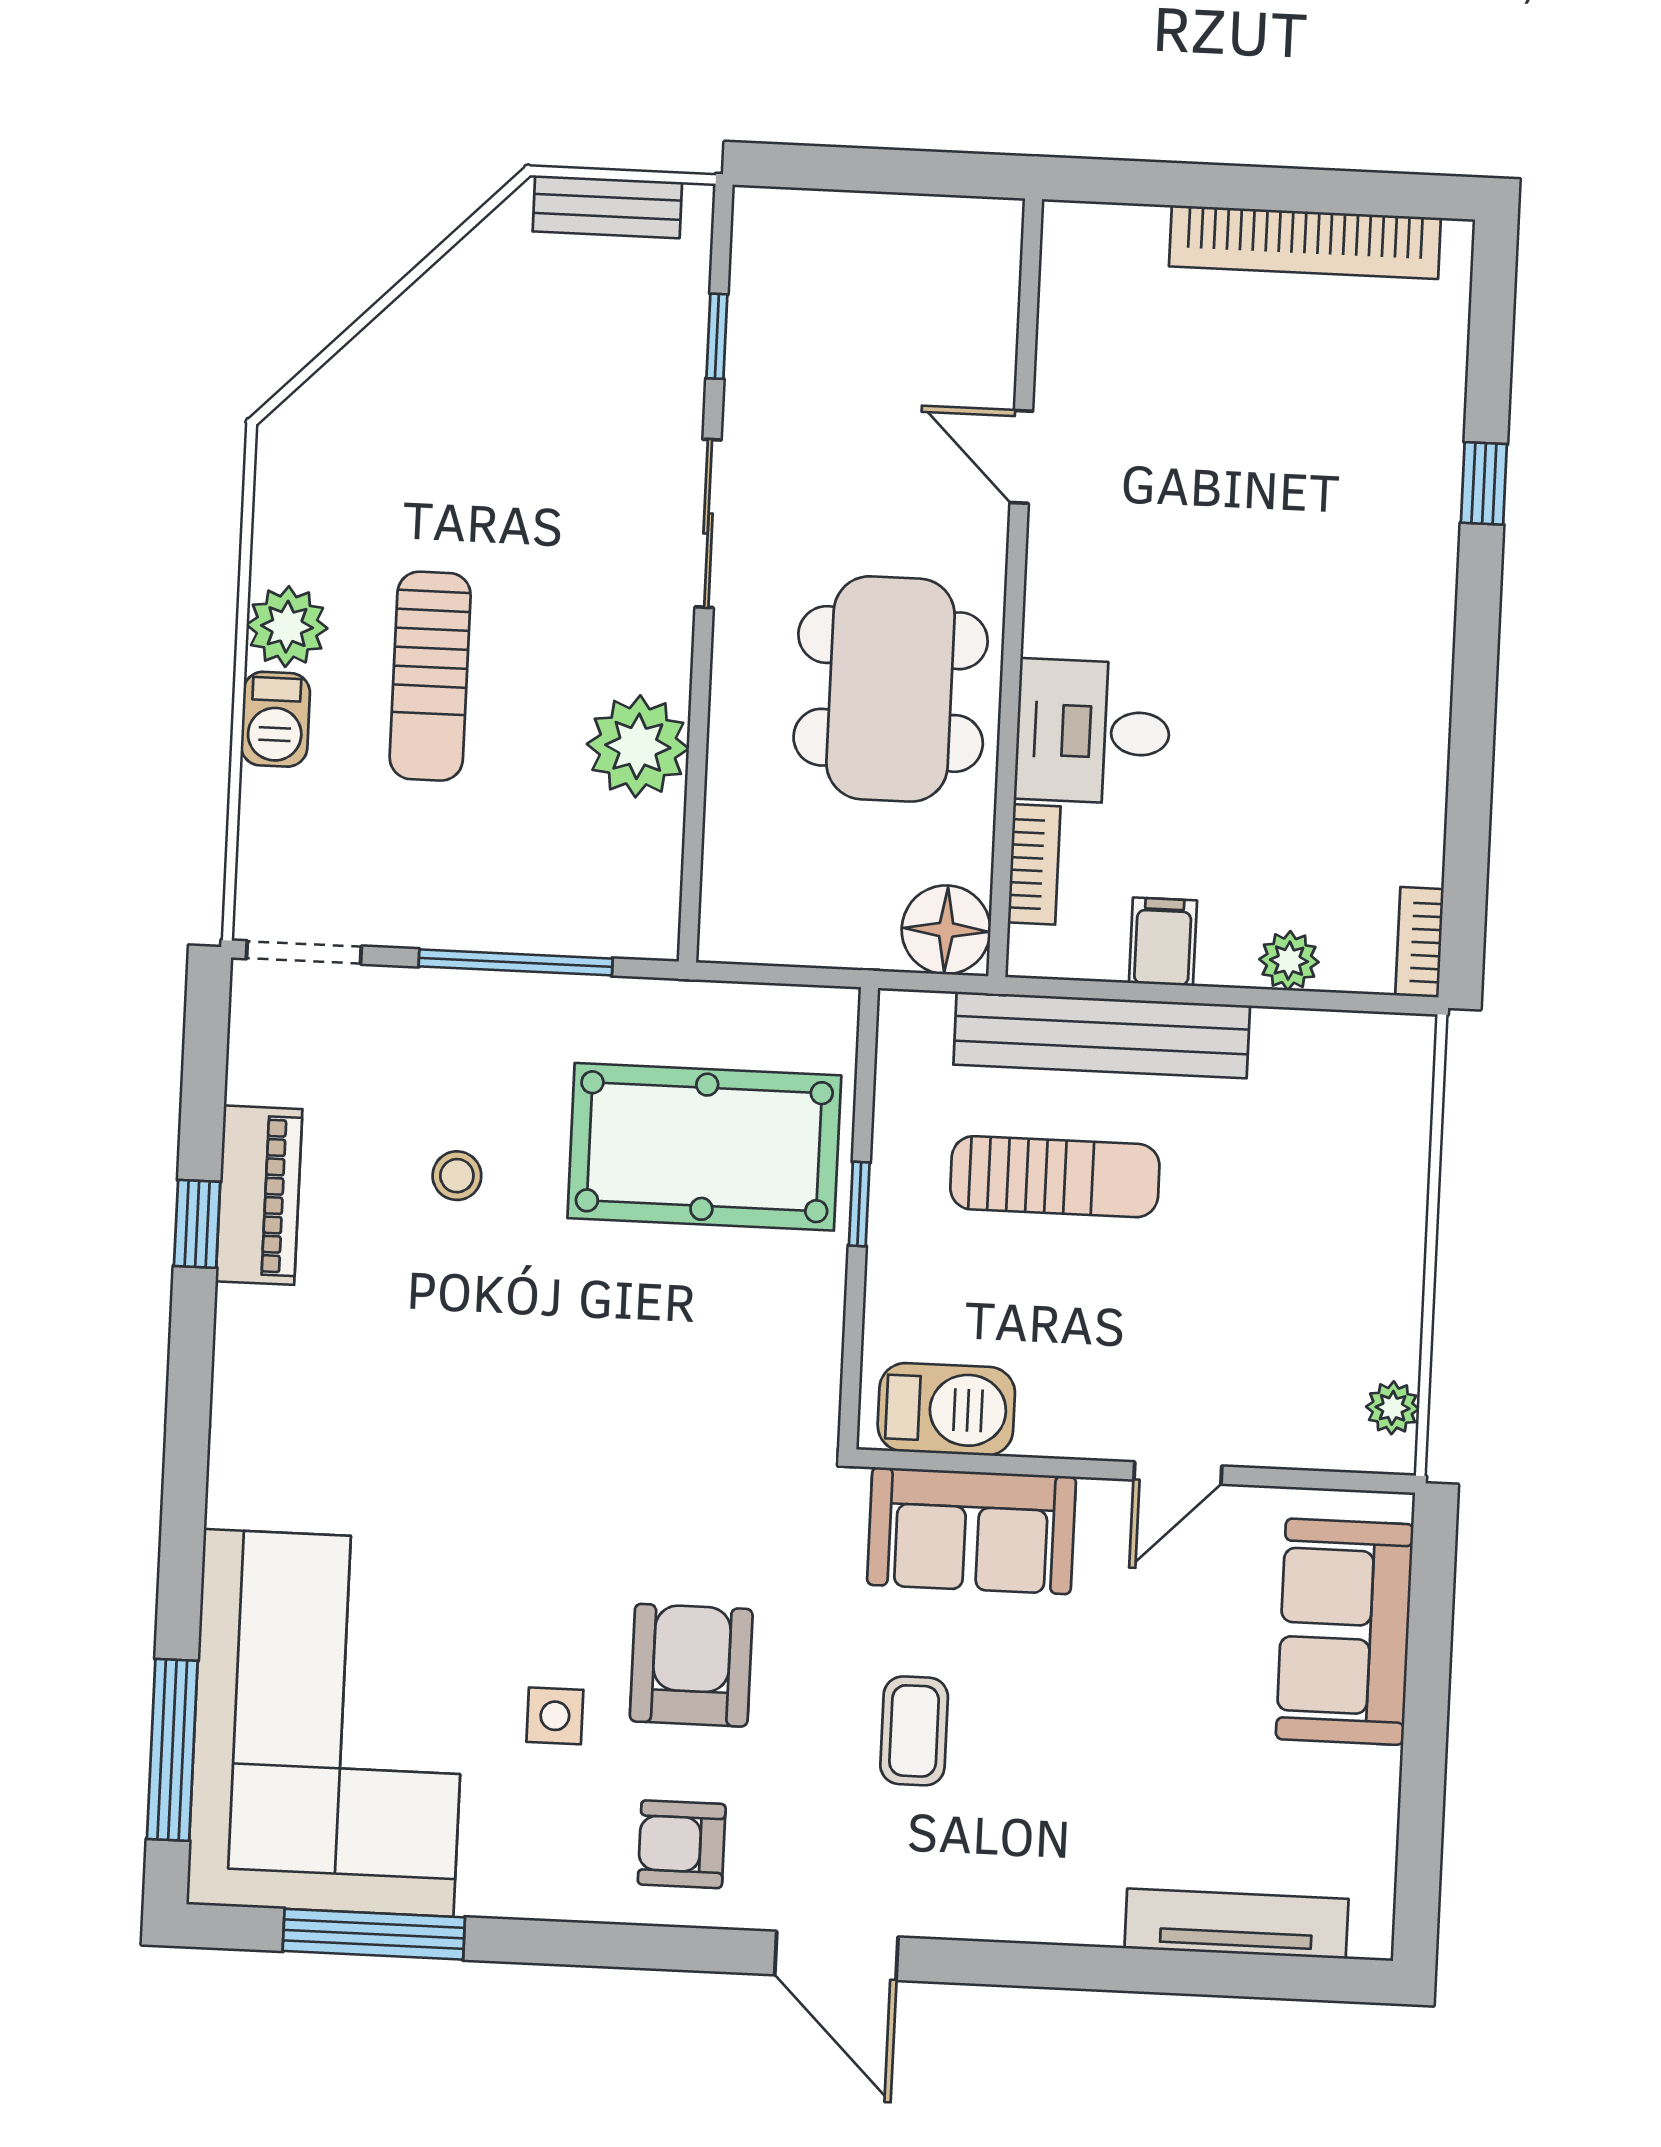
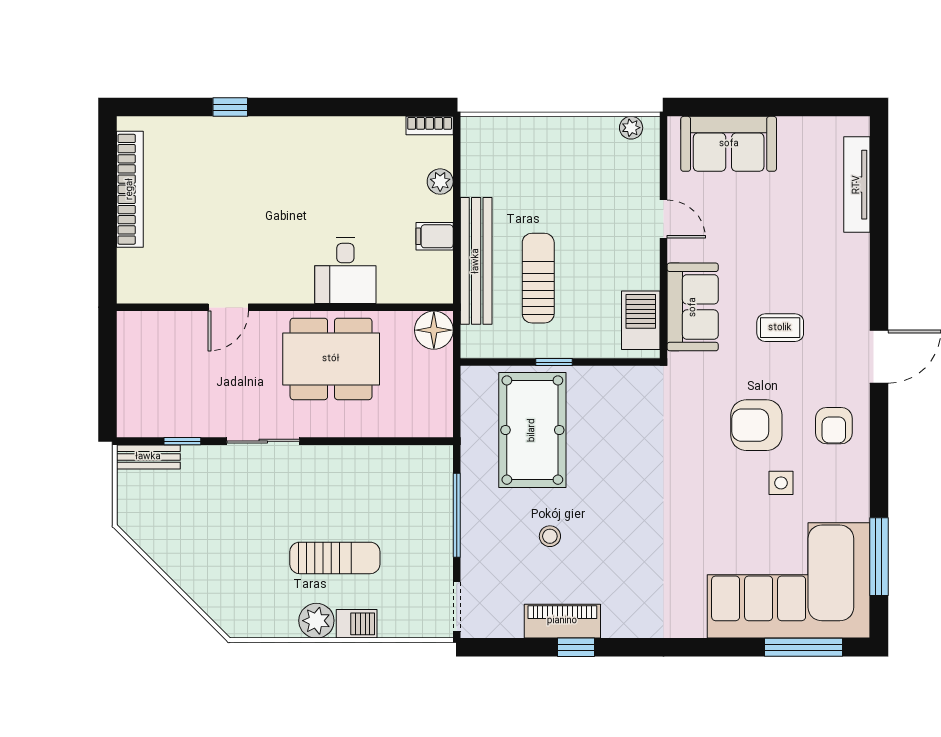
bench: (607, 207) -> (148, 457), moved, turned 90
plant: (638, 746) -> (361, 467), removed
bookcase: (1034, 864) -> (404, 293), removed

